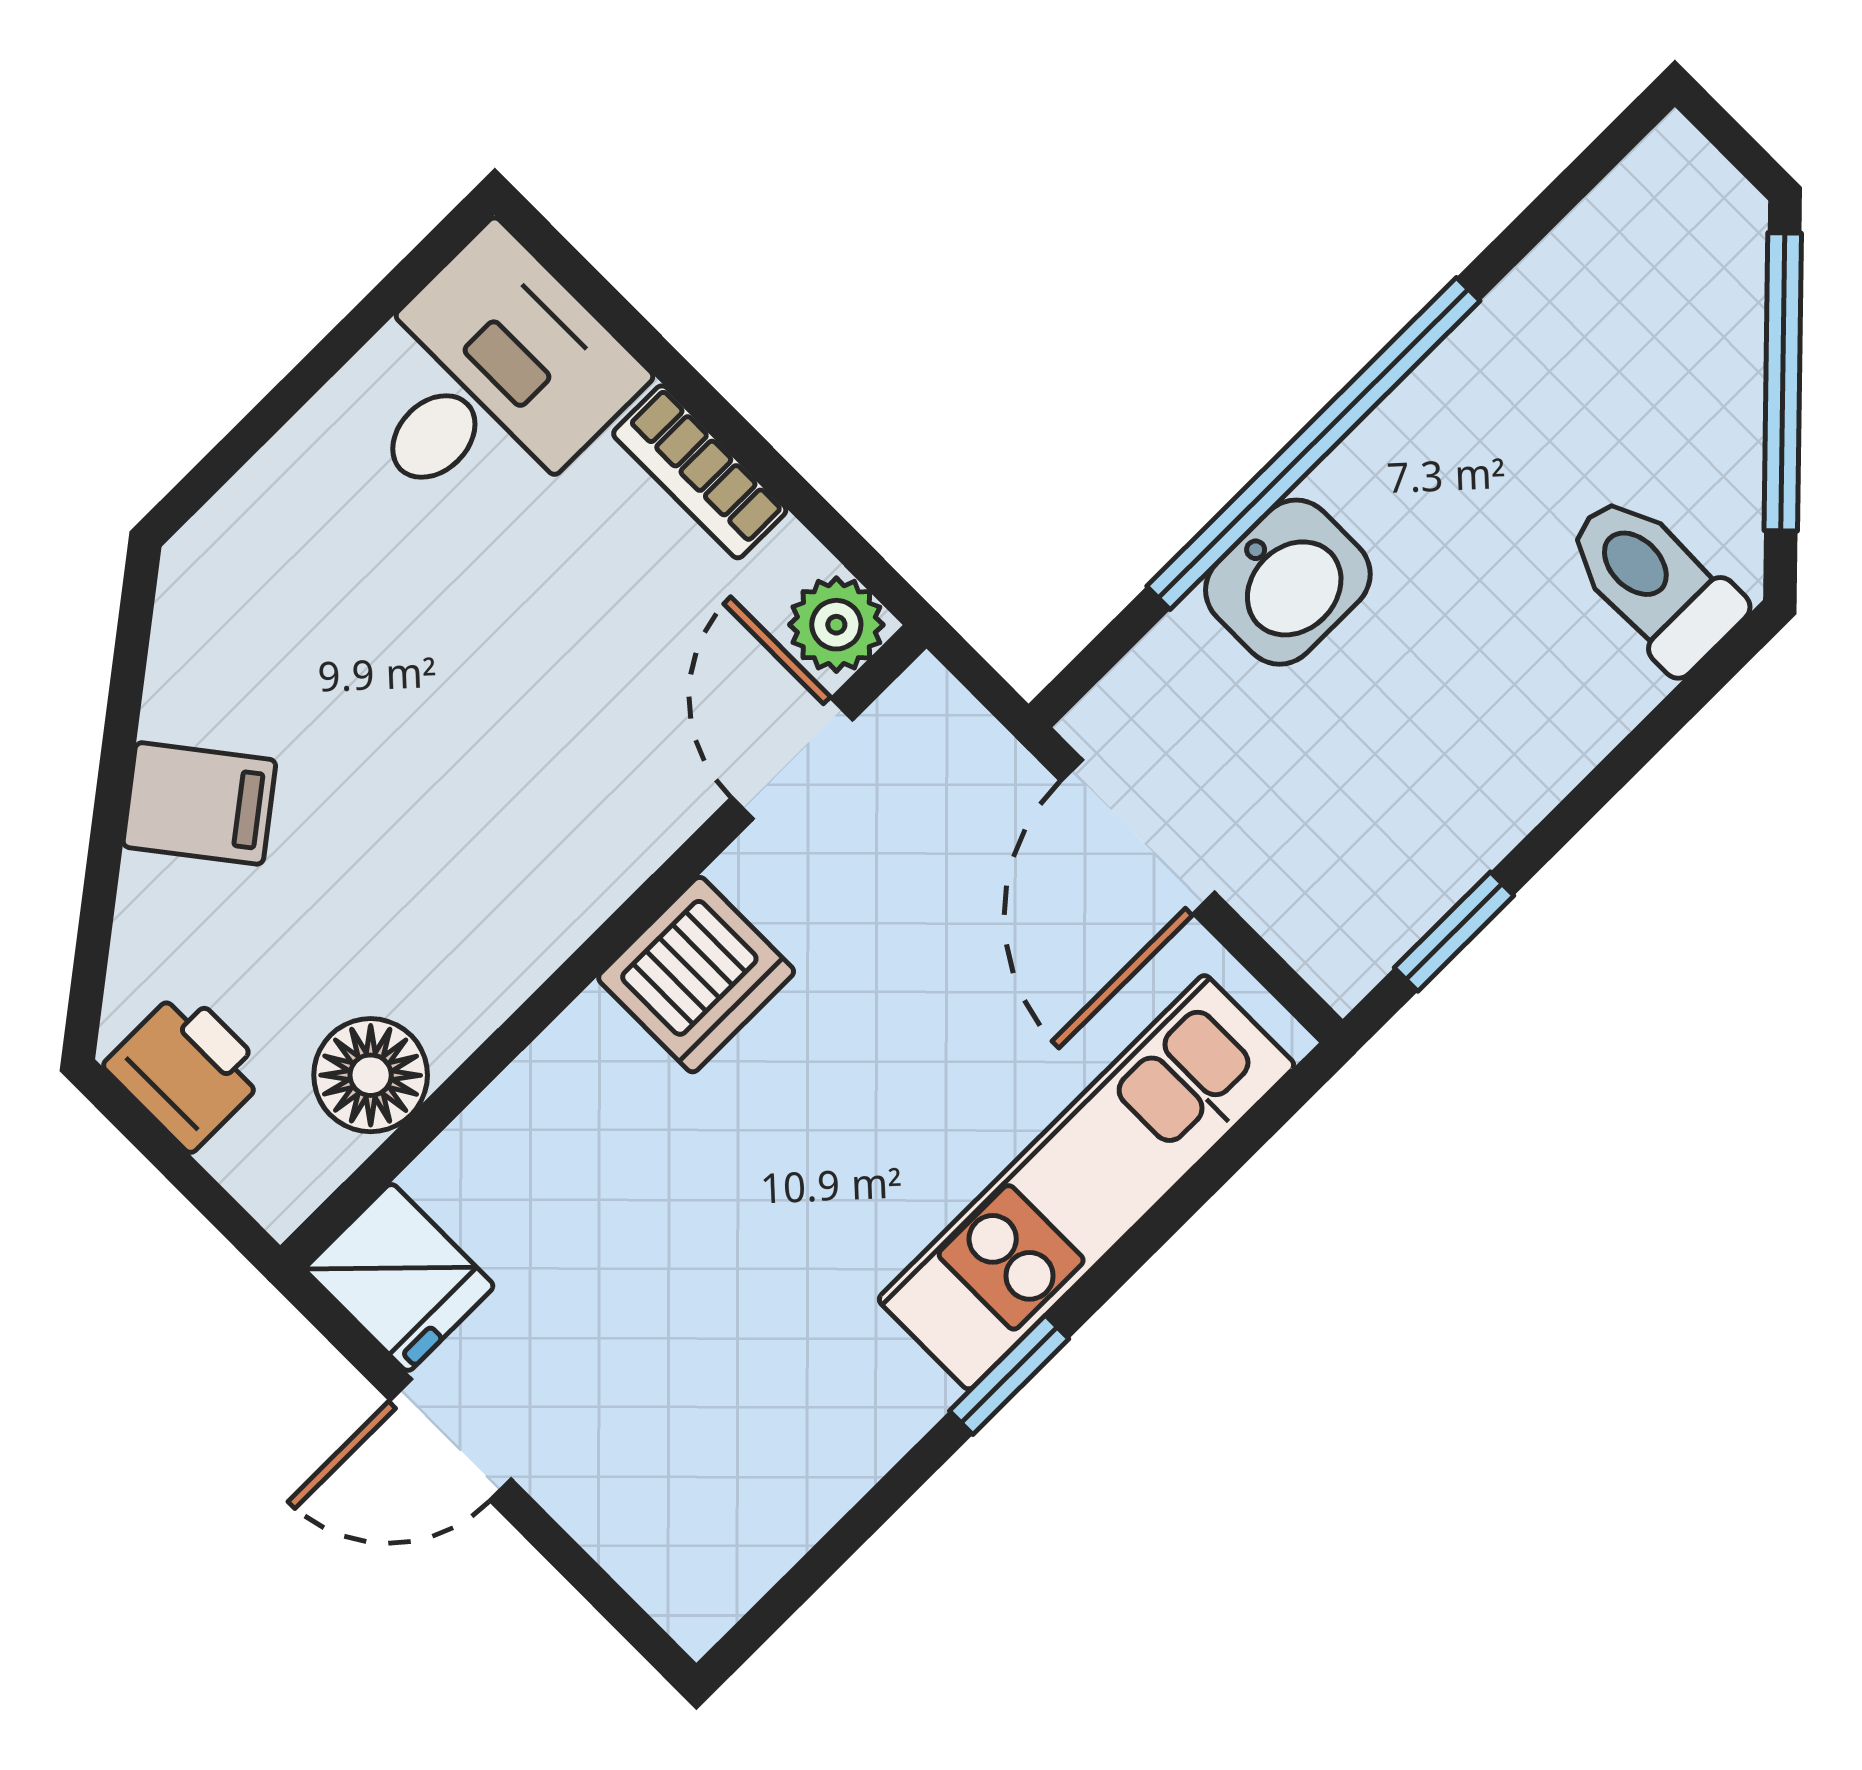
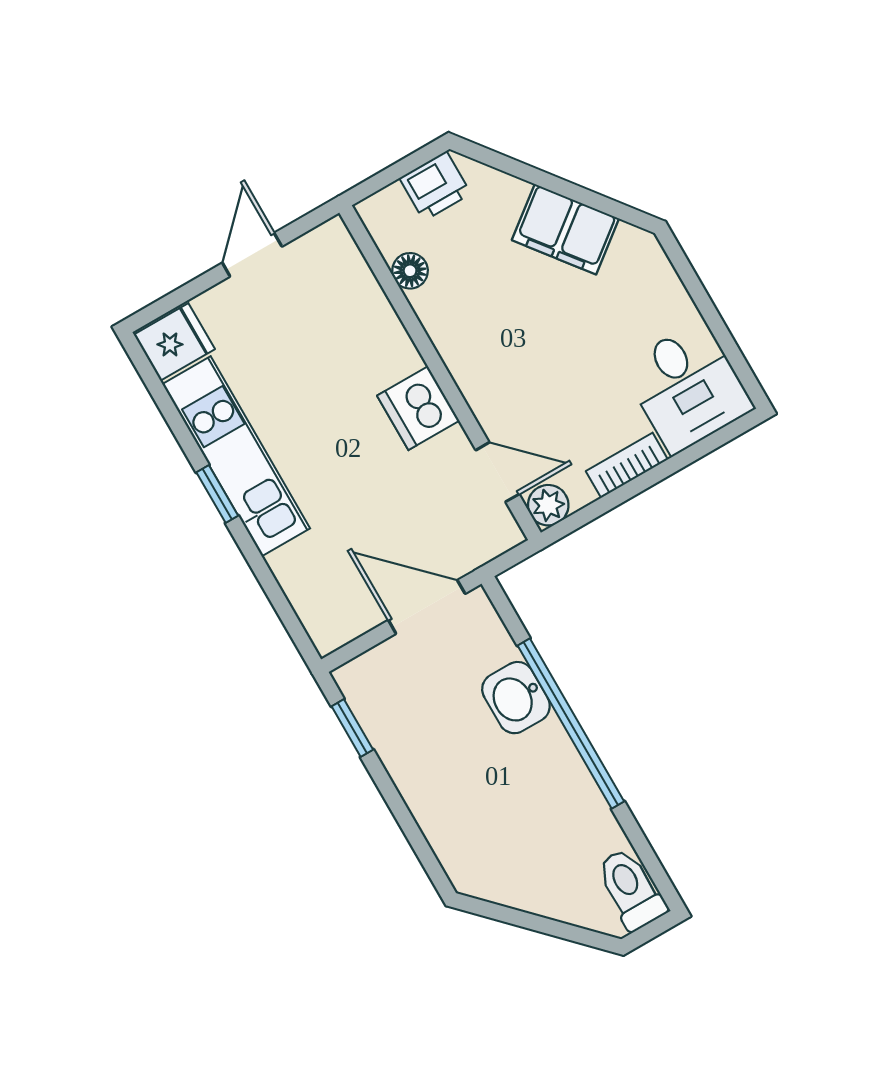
window: (1783, 382) -> (544, 925), removed
toilet: (1653, 582) -> (631, 889), moved, turned -90
filing cabinet: (199, 803) -> (565, 229), width x2.00
floor lamp: (371, 1075) -> (410, 271), width x0.73, depth x0.73
kitchen unit: (1086, 1182) -> (236, 456), moved
fridge: (400, 1277) -> (174, 342), moved, turned 180

